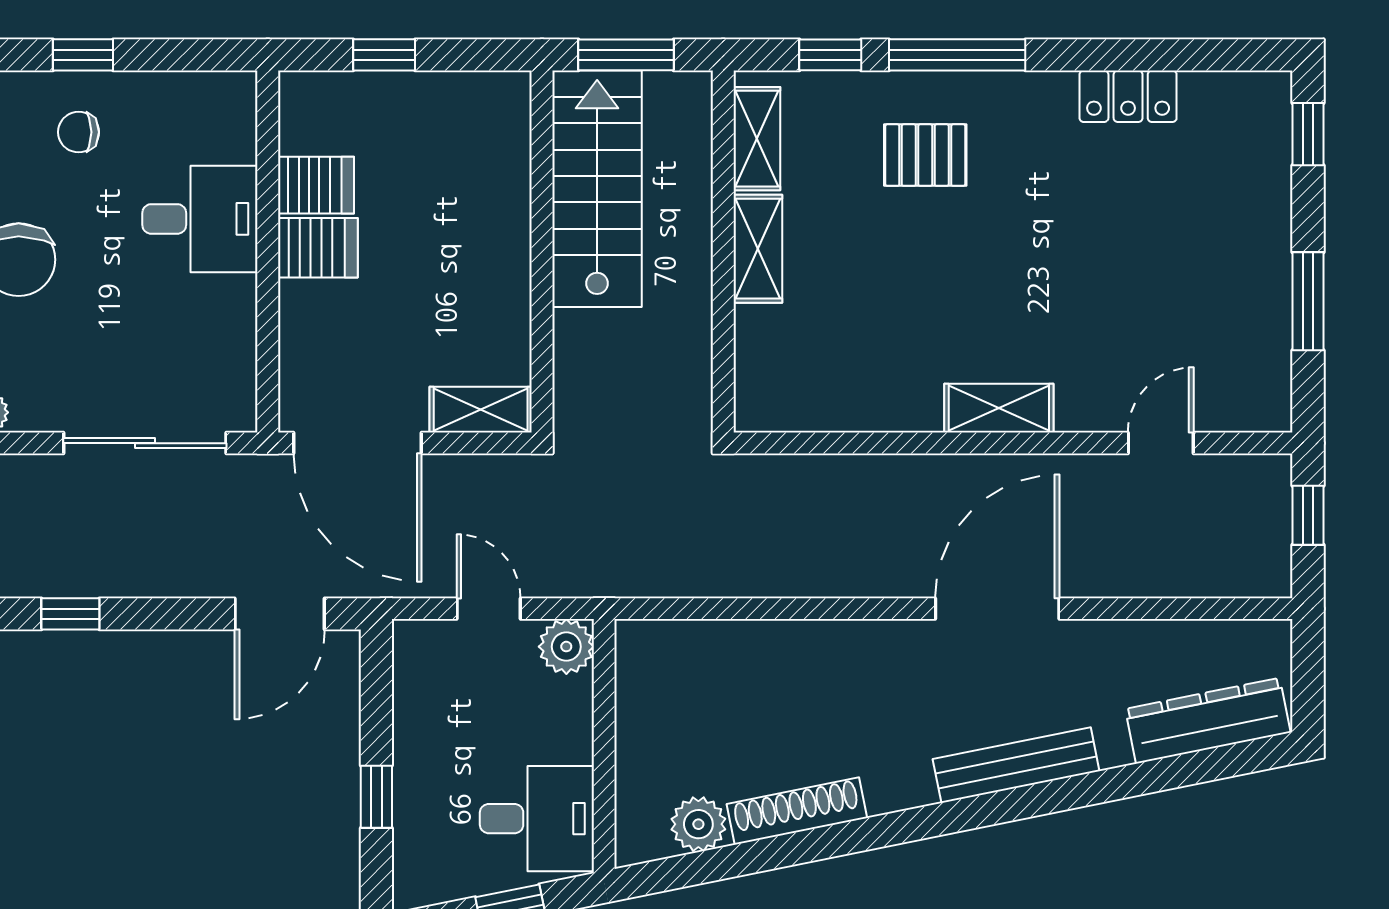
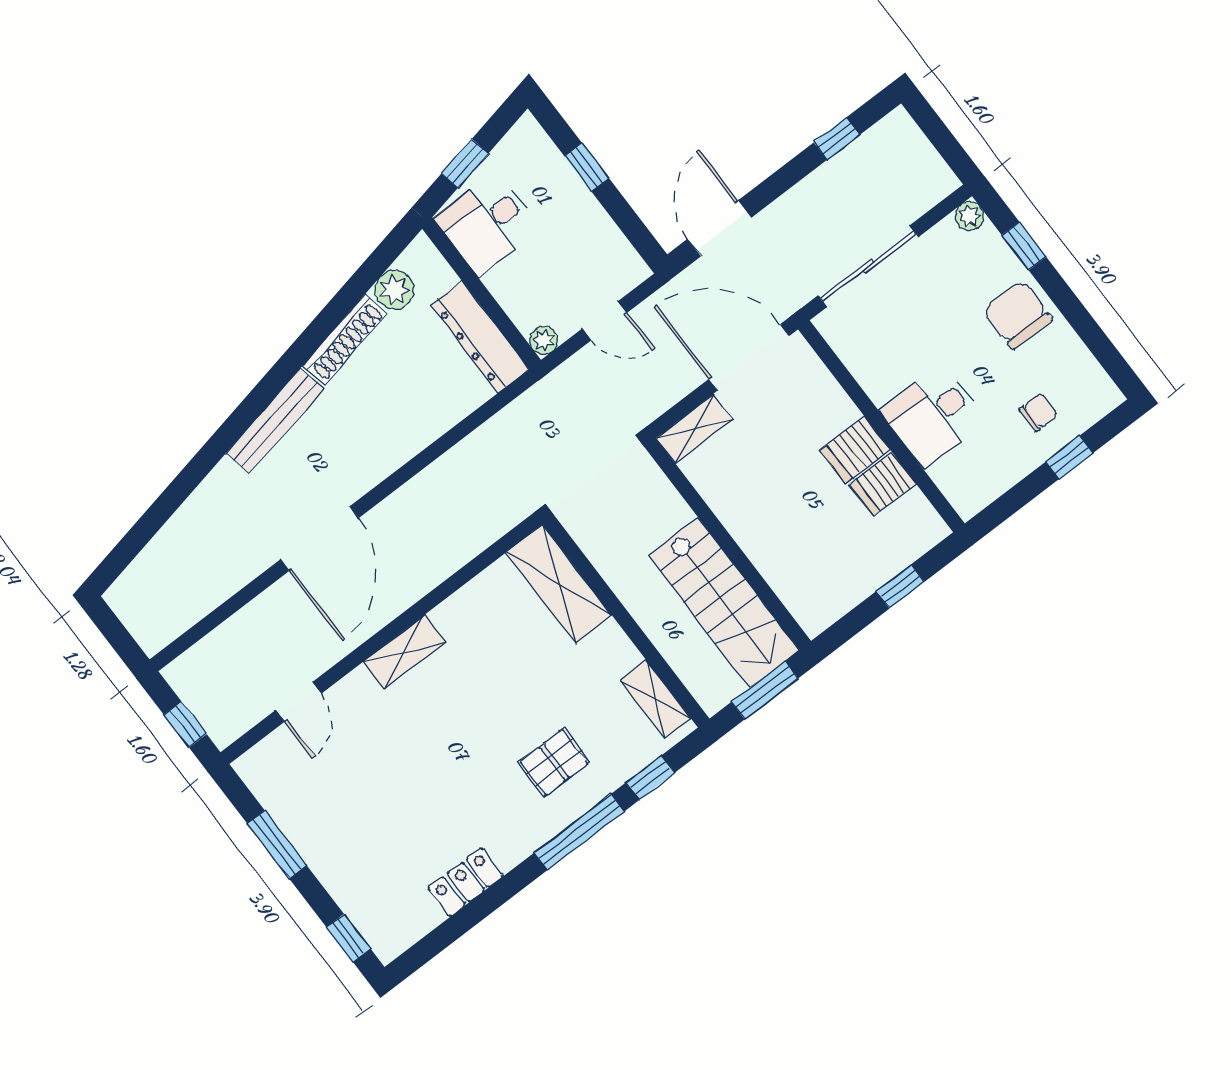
shelving: (758, 249) -> (559, 584), moved, width x1.50, depth x1.33
plant: (566, 647) -> (544, 340), width x0.73, depth x0.73
dresser: (1208, 721) -> (480, 337), moved, turned 101
bench: (1016, 765) -> (275, 421), moved

